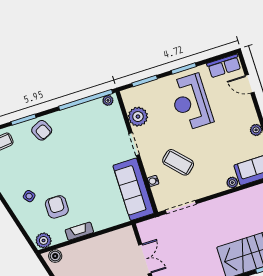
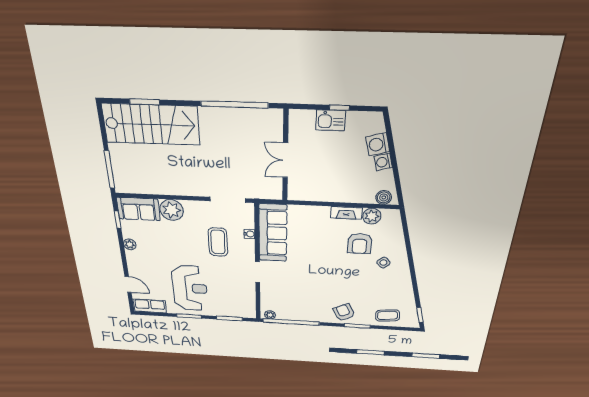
plant: (138, 117) -> (246, 293), removed
coffee table: (178, 162) -> (218, 242), turned 43
plant: (232, 183) -> (172, 210), width x1.87, depth x1.87
plant: (44, 240) -> (372, 216), moved

